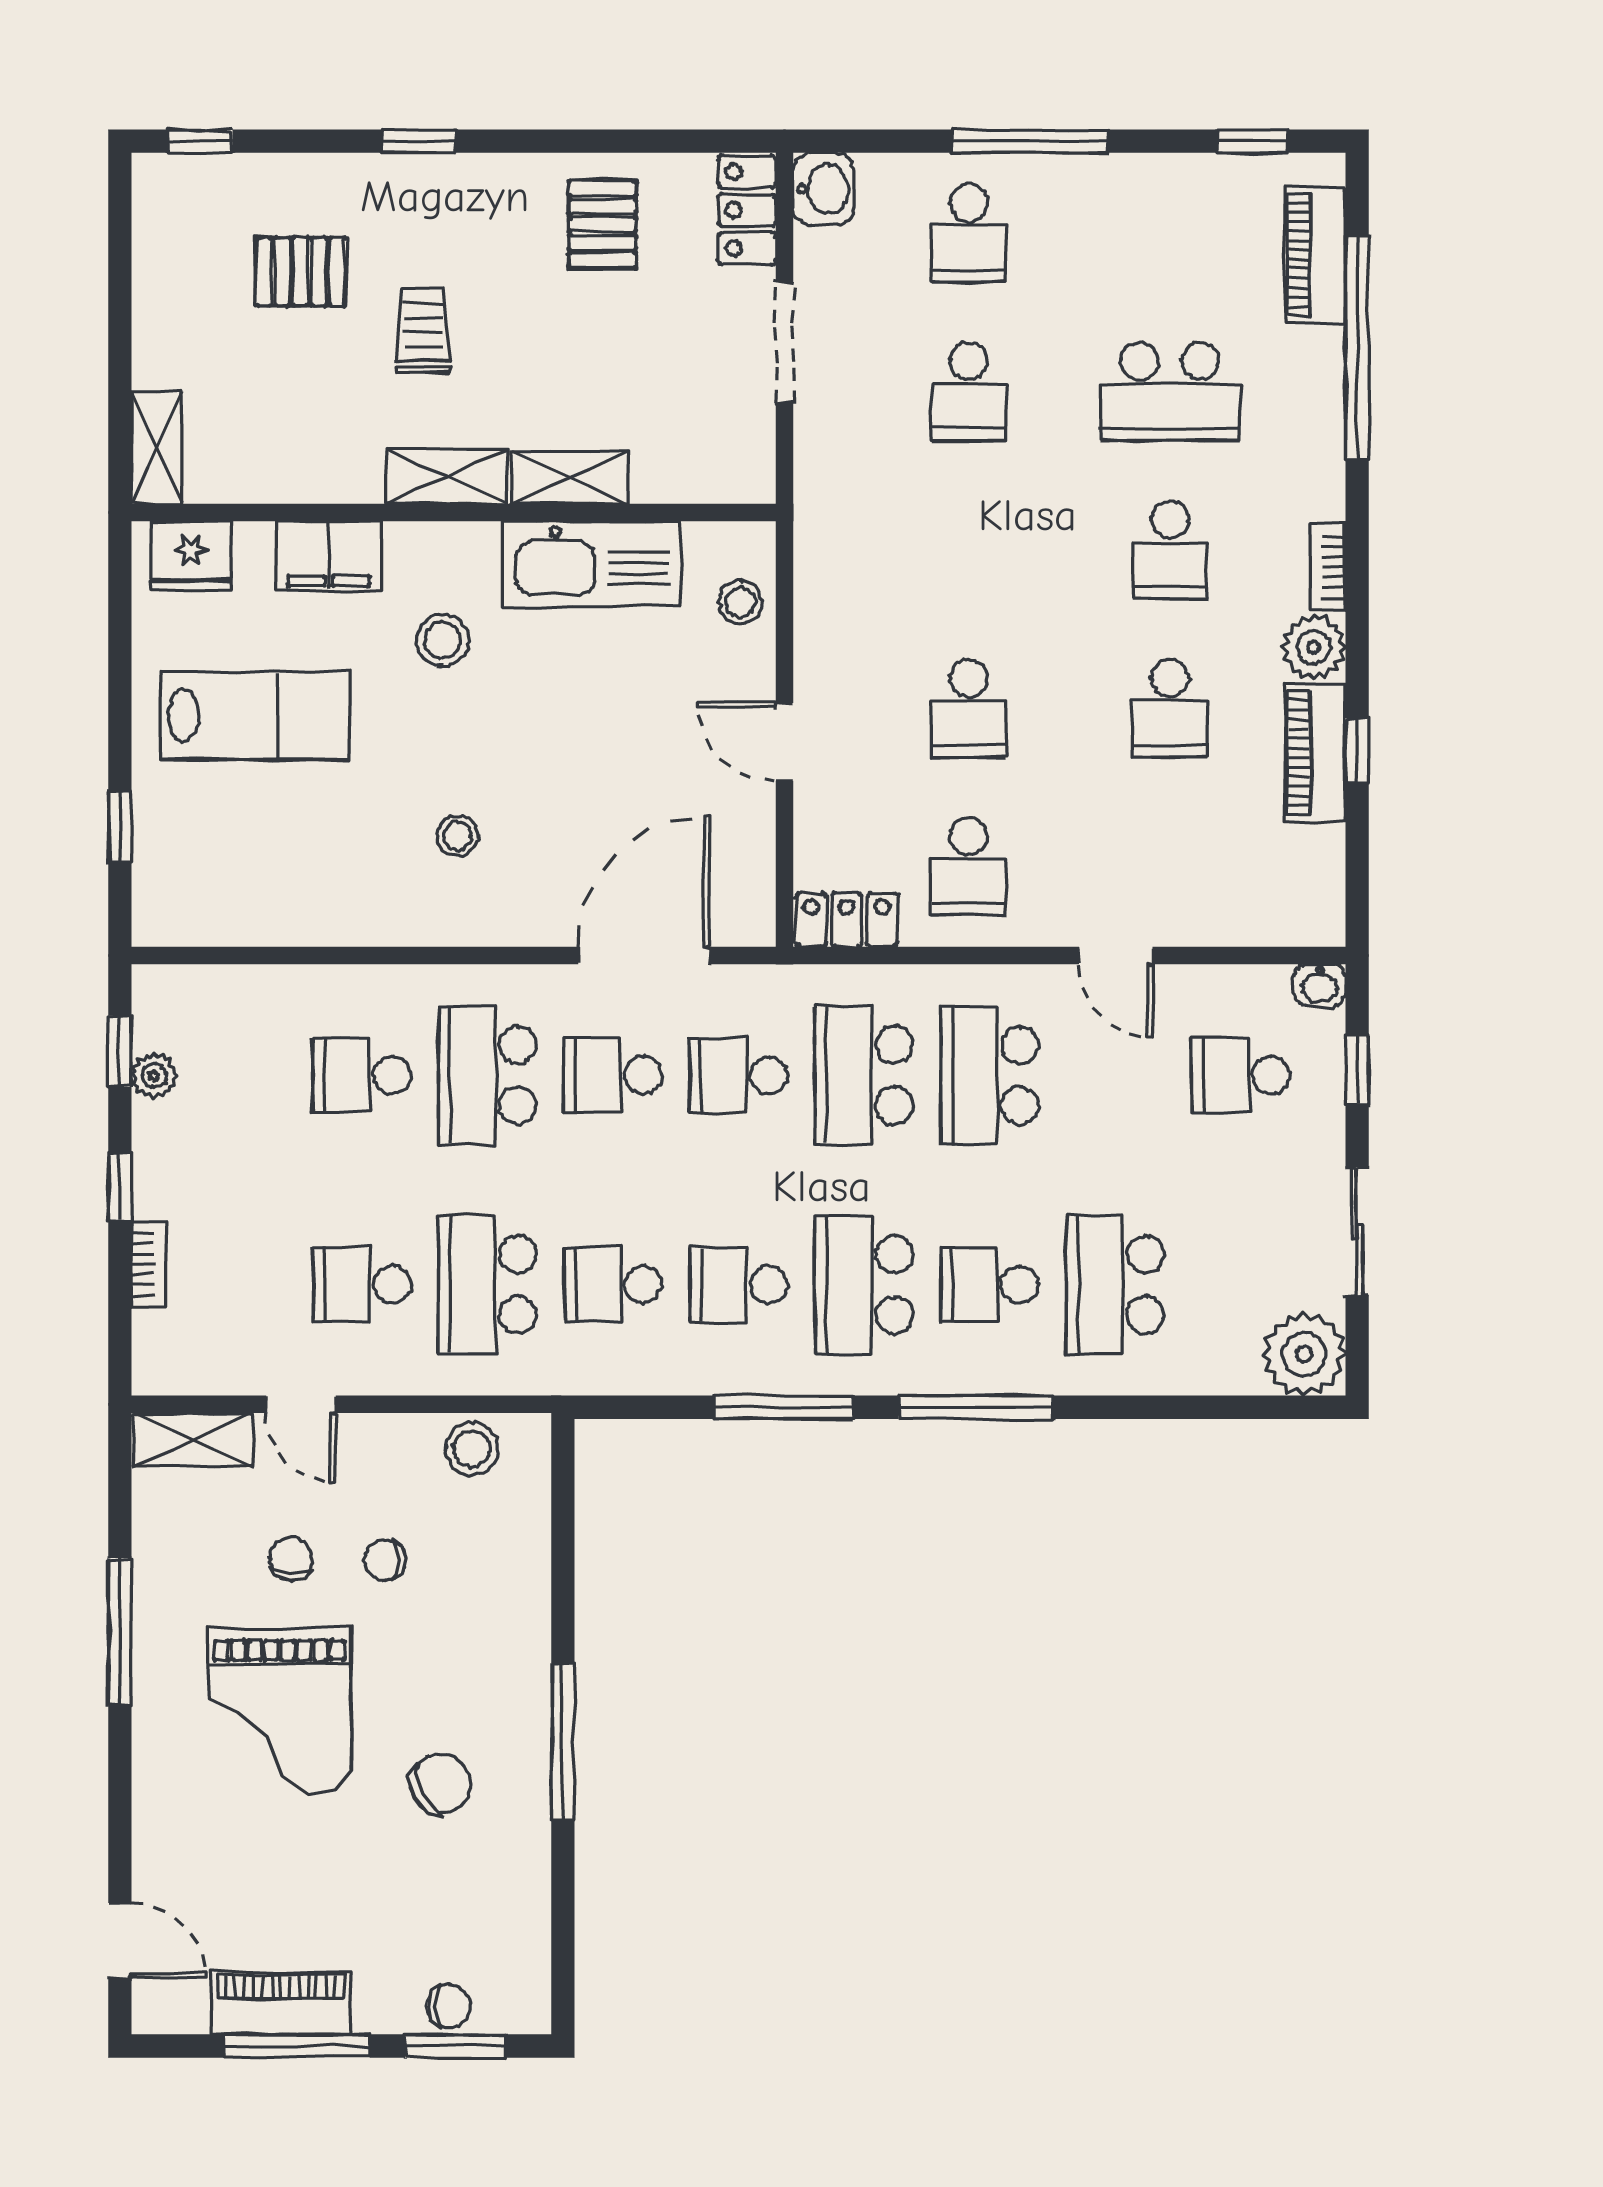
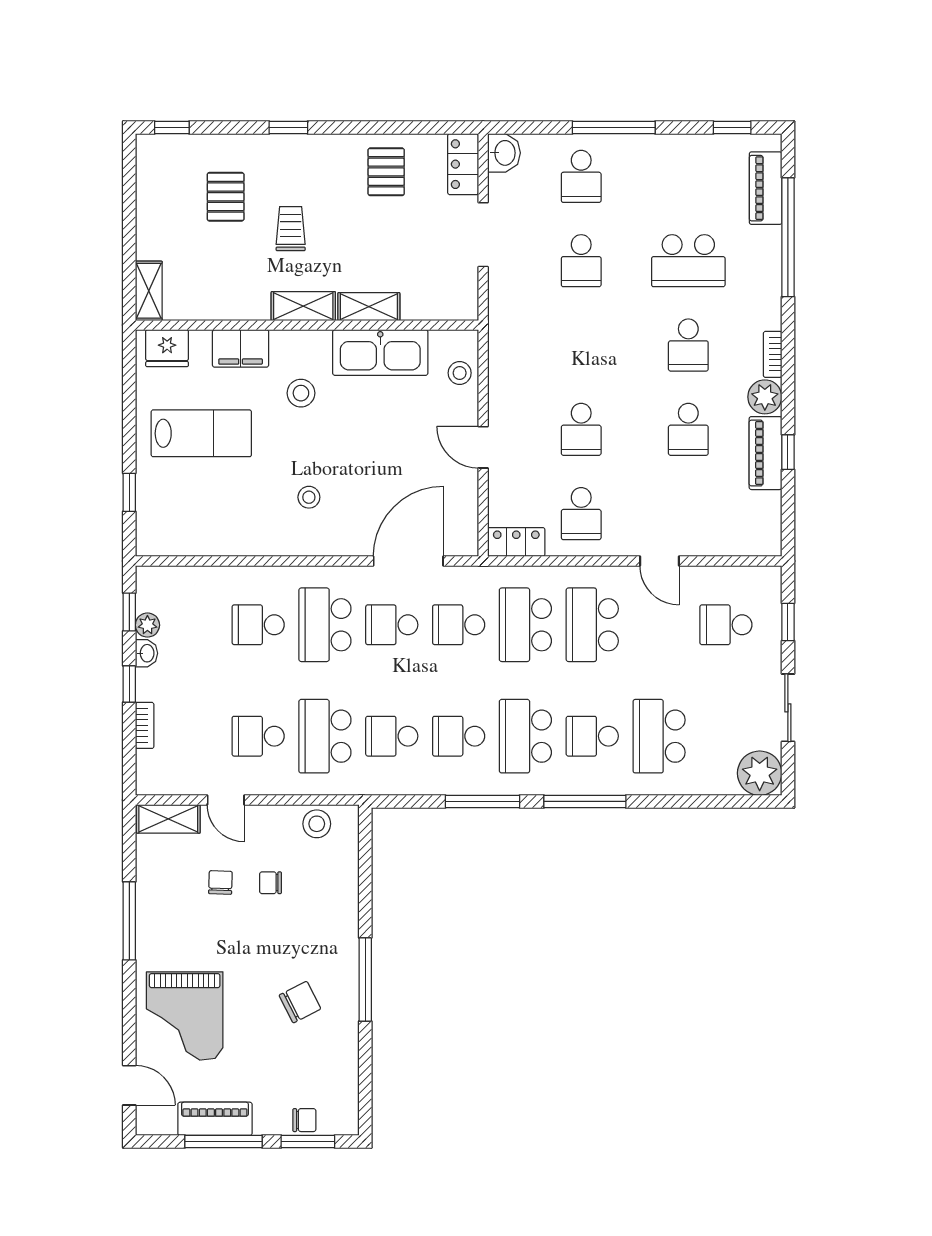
pallet: (301, 271) -> (226, 197), turned 90
washbasin: (1320, 985) -> (146, 653), moved, turned -90
grand piano: (279, 1710) -> (185, 1016), moved

